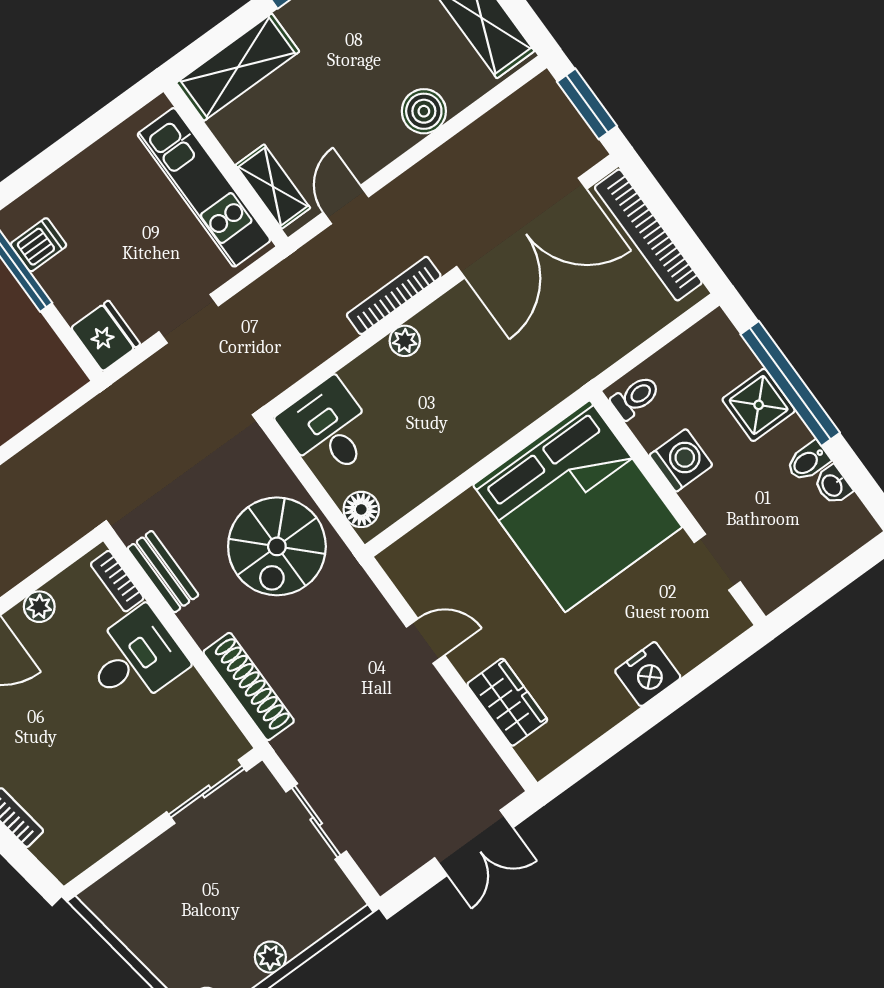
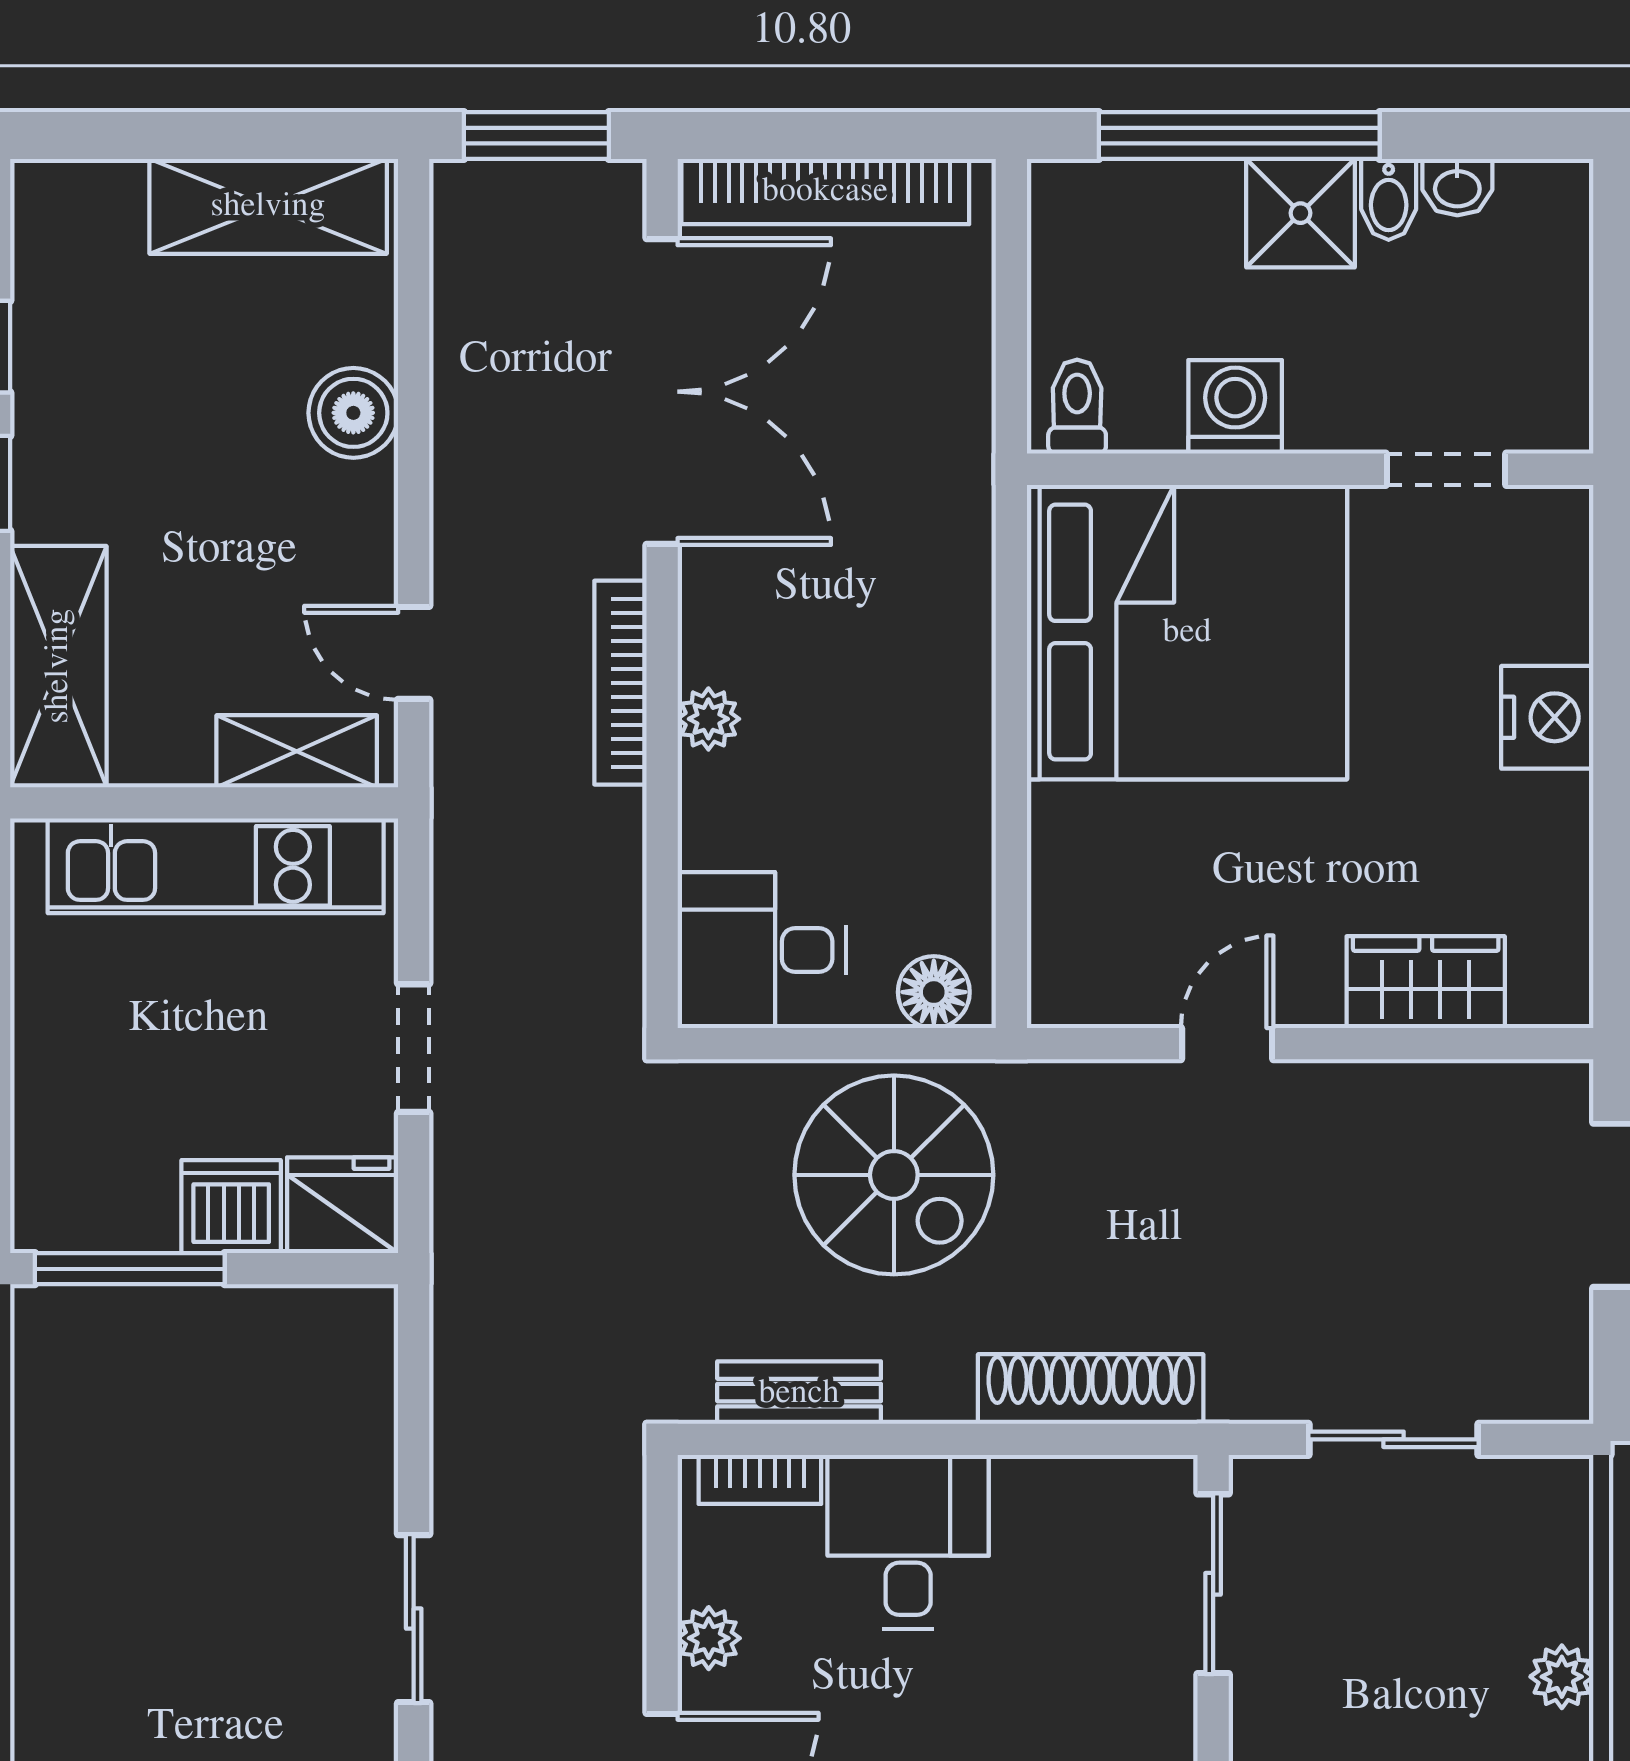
dishwasher: (39, 245) -> (231, 1207), moved, width x1.38
shower: (759, 405) -> (1300, 213), moved

